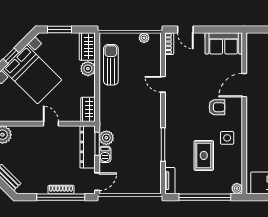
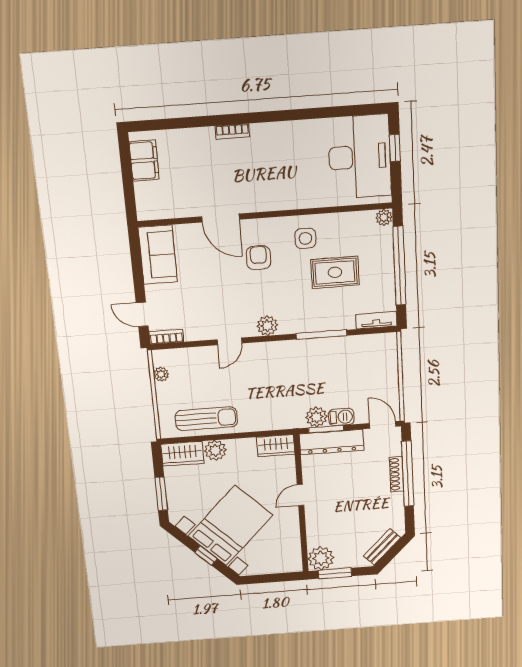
door: (185, 29) -> (142, 314), swing flipped
sun lounger: (111, 65) -> (206, 419), turned 180
plant: (172, 110) -> (267, 326), added

